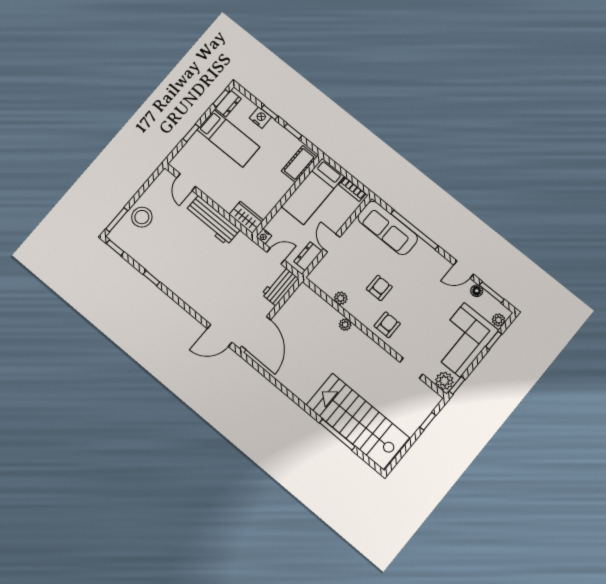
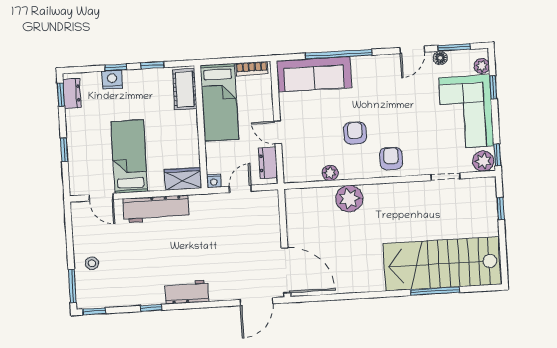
bed: (228, 138) -> (129, 157), moved, turned -90
stool: (142, 217) -> (92, 263), width x0.53, depth x0.53
workbench: (280, 286) -> (187, 292), moved, turned 90
plant: (345, 325) -> (349, 199), width x1.88, depth x1.88

